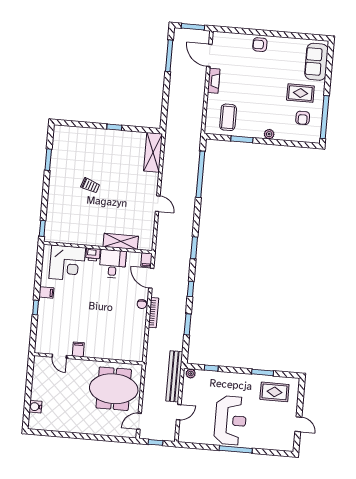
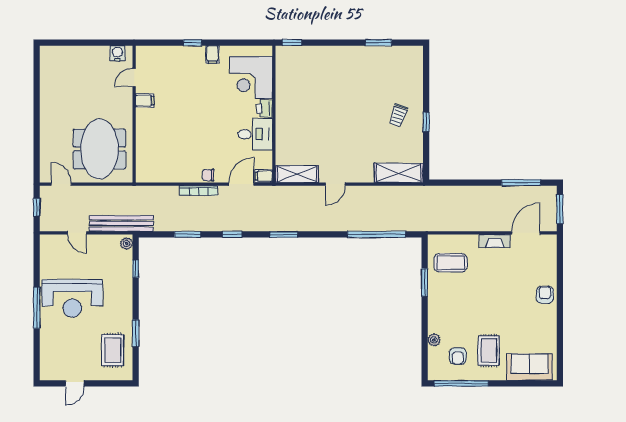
armchair: (303, 118) -> (458, 356), turned -90
plant: (269, 134) -> (434, 340), moved
trolley: (90, 185) -> (398, 115), moved
shelving: (121, 241) -> (297, 174), moved, turned 90
water cooler: (35, 407) -> (117, 53), moved

